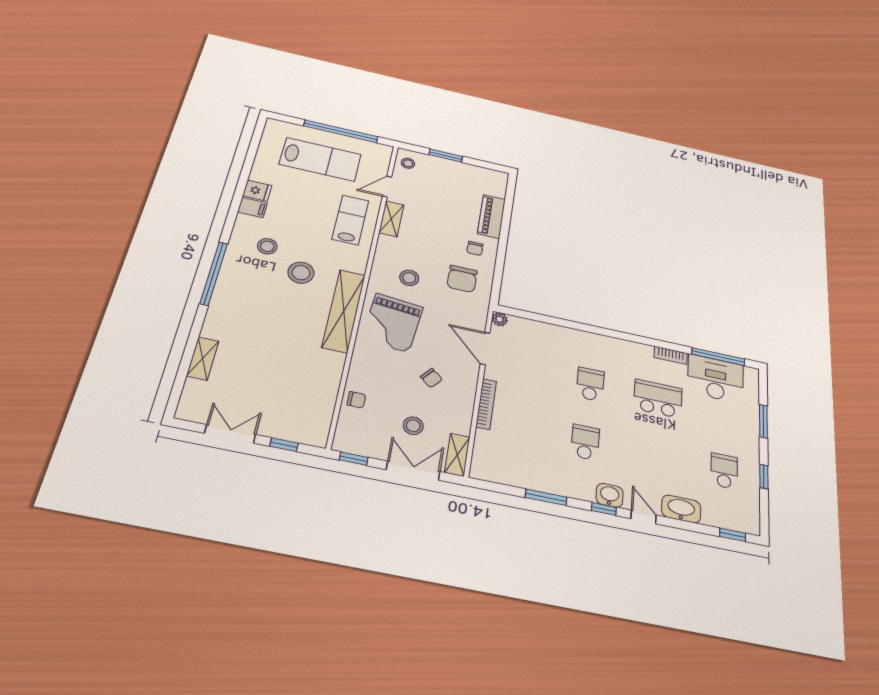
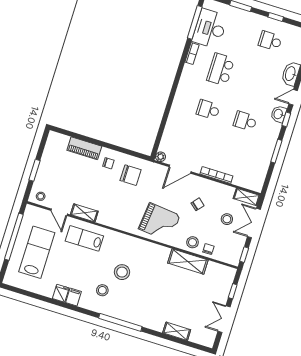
stool: (409, 278) -> (193, 242), moved
shelving: (344, 311) -> (188, 262), moved, width x0.68

